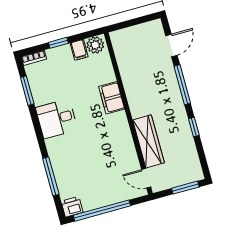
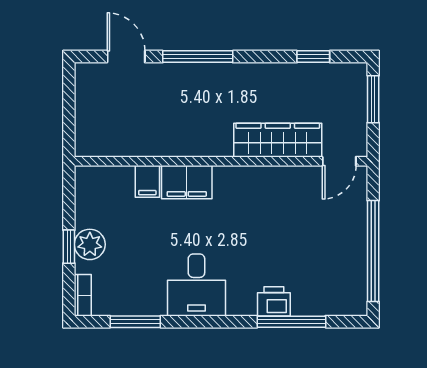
plant: (95, 45) -> (90, 244), moved
filing cabinet: (79, 50) -> (147, 181), moved, turned 90
window: (194, 127) -> (313, 57), moved
printer: (72, 207) -> (274, 301), moved, turned 90

